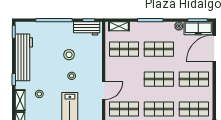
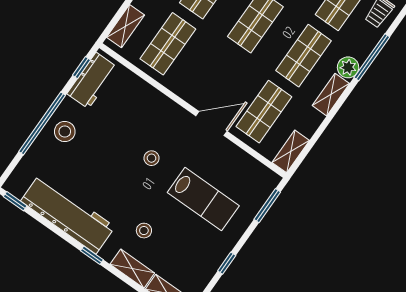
stool: (69, 55) -> (65, 132), moved
door: (104, 91) -> (211, 124), hinge flipped

